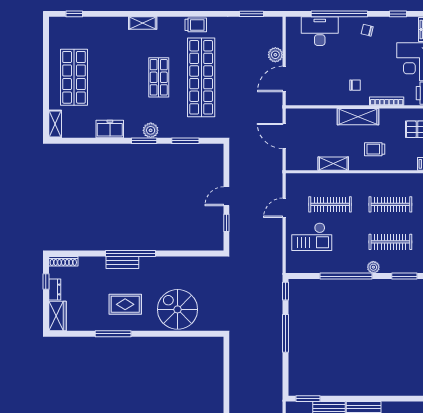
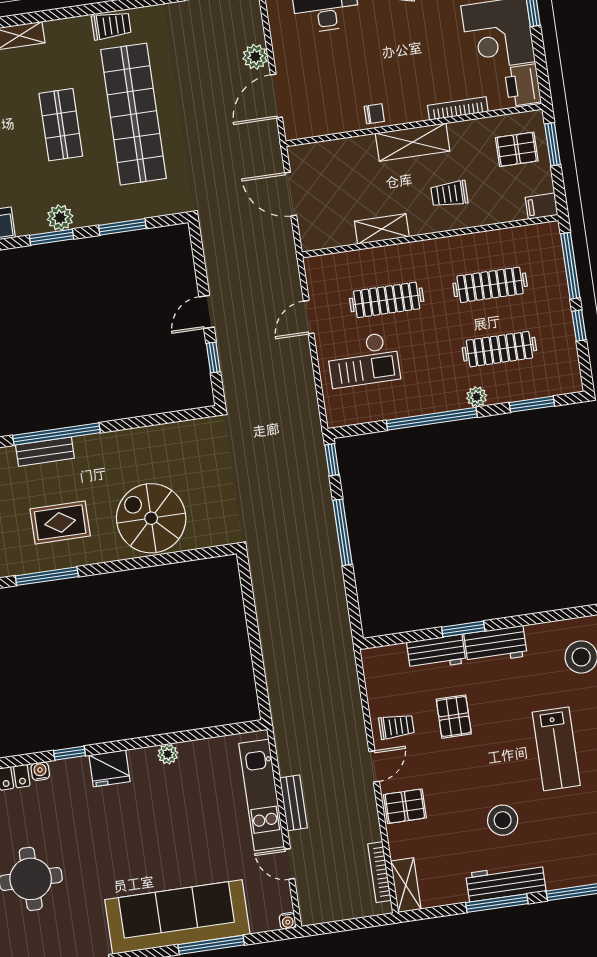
chair: (355, 85) -> (374, 114), moved
window: (308, 399) -> (463, 629), moved

